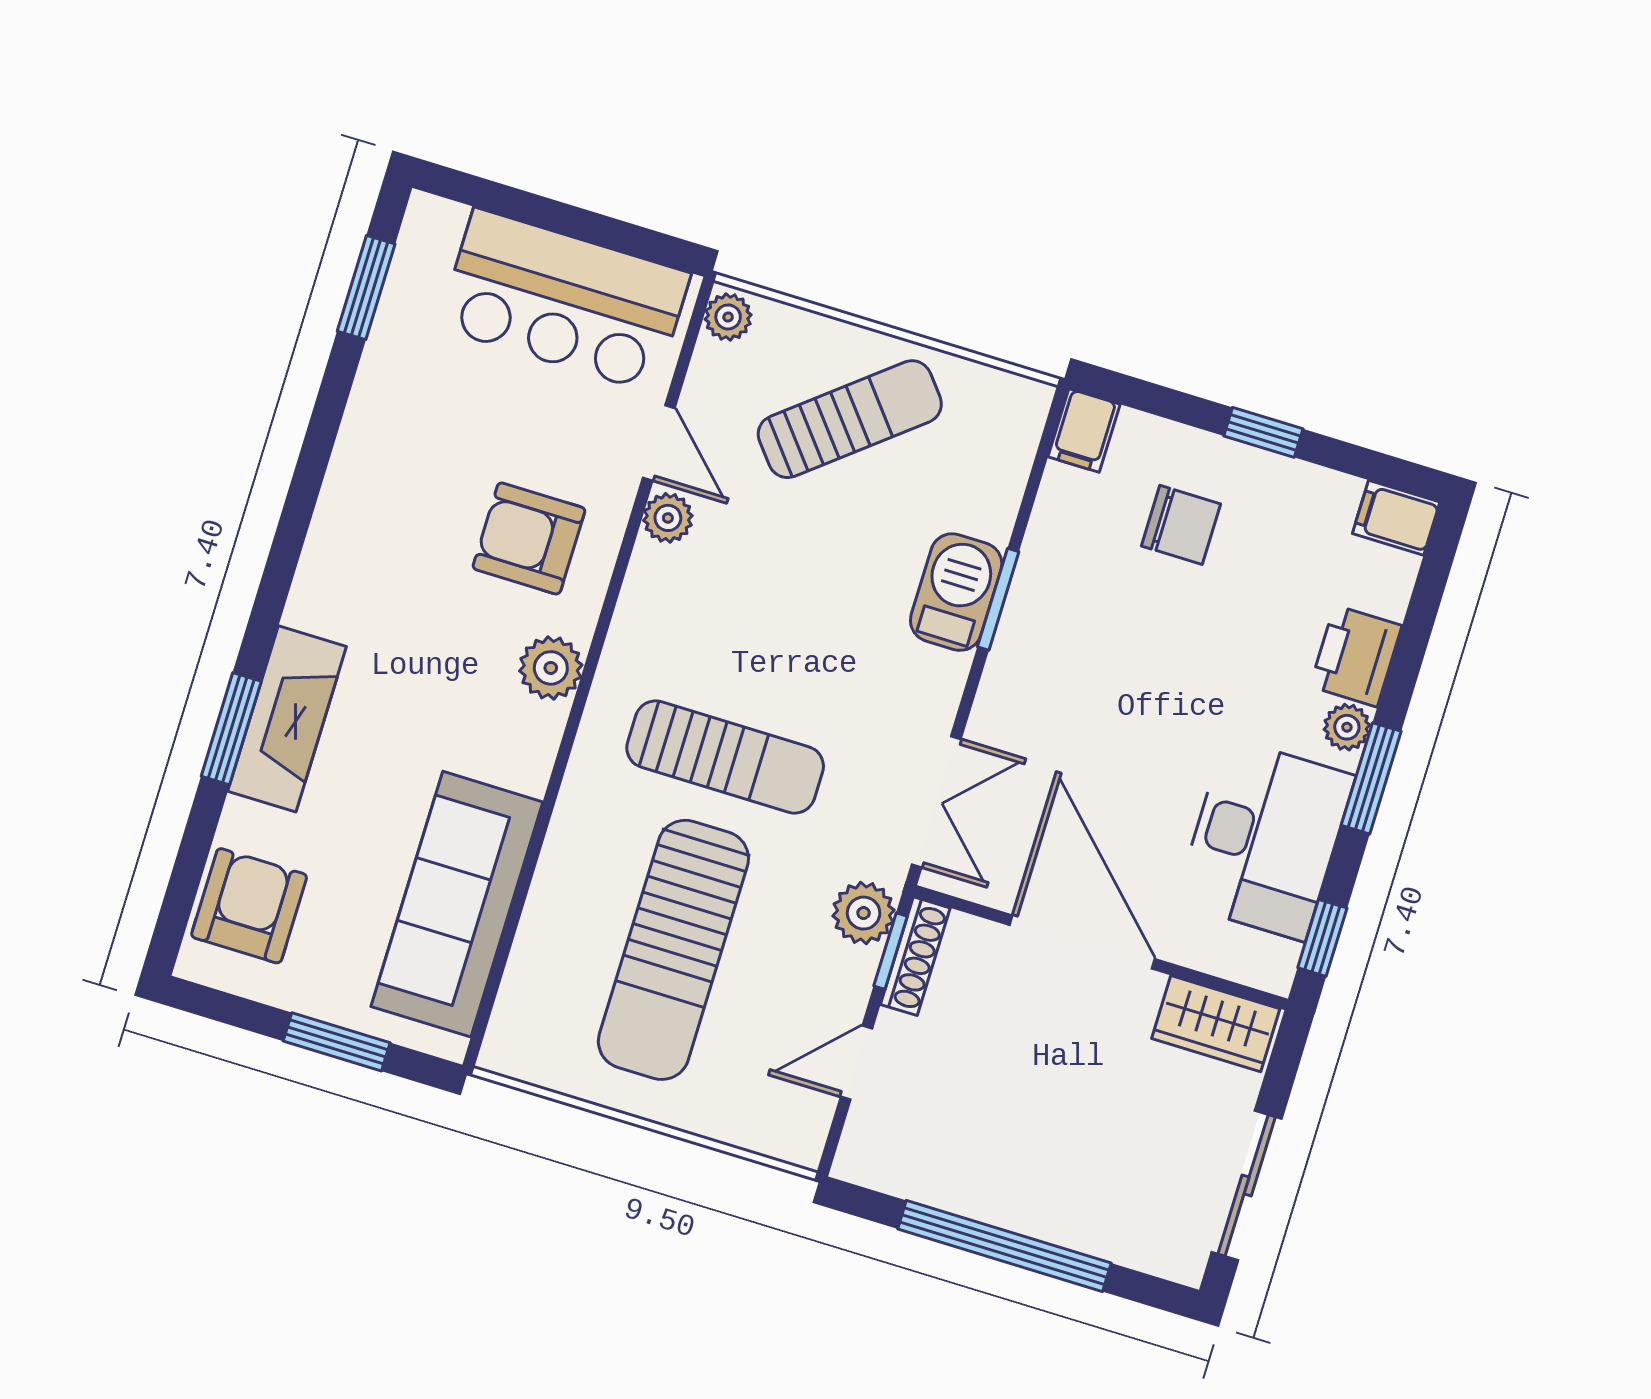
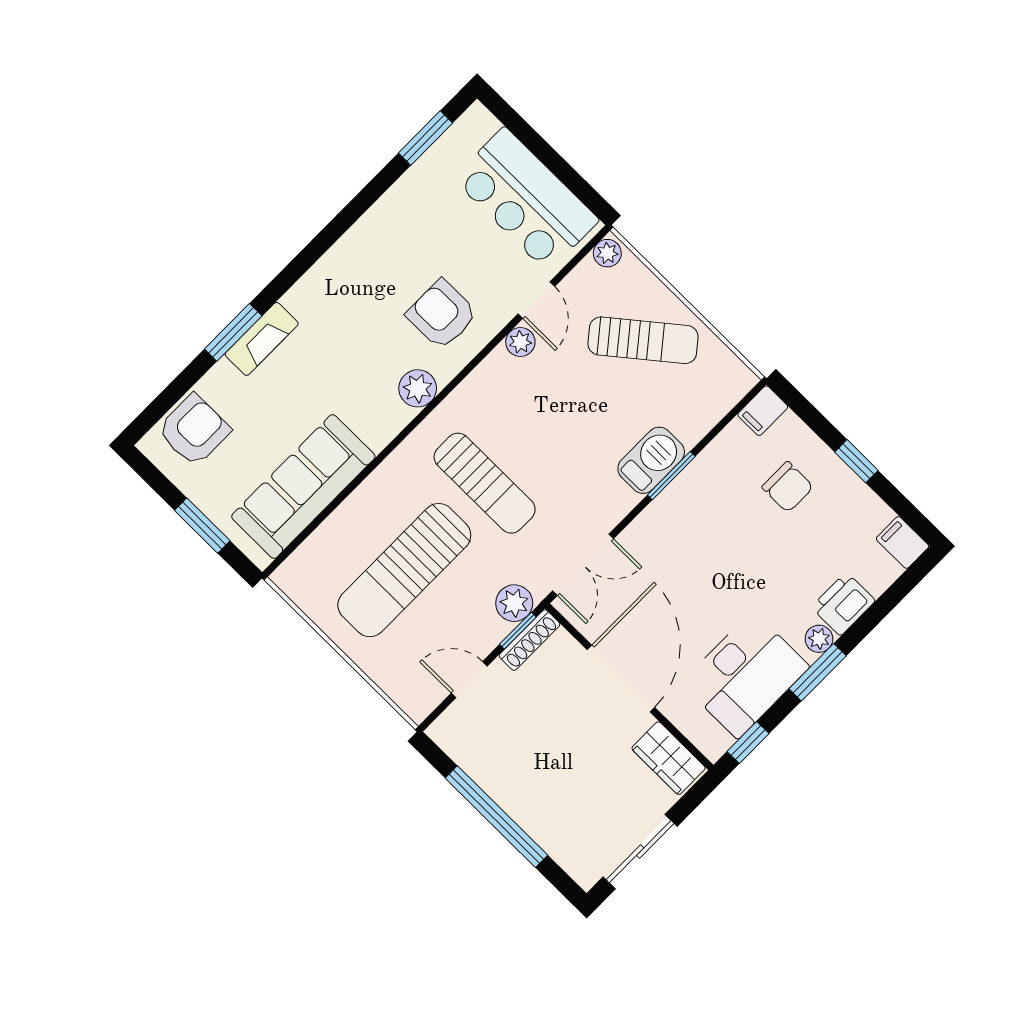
fireplace: (287, 719) -> (262, 339), width x0.73, depth x0.76

